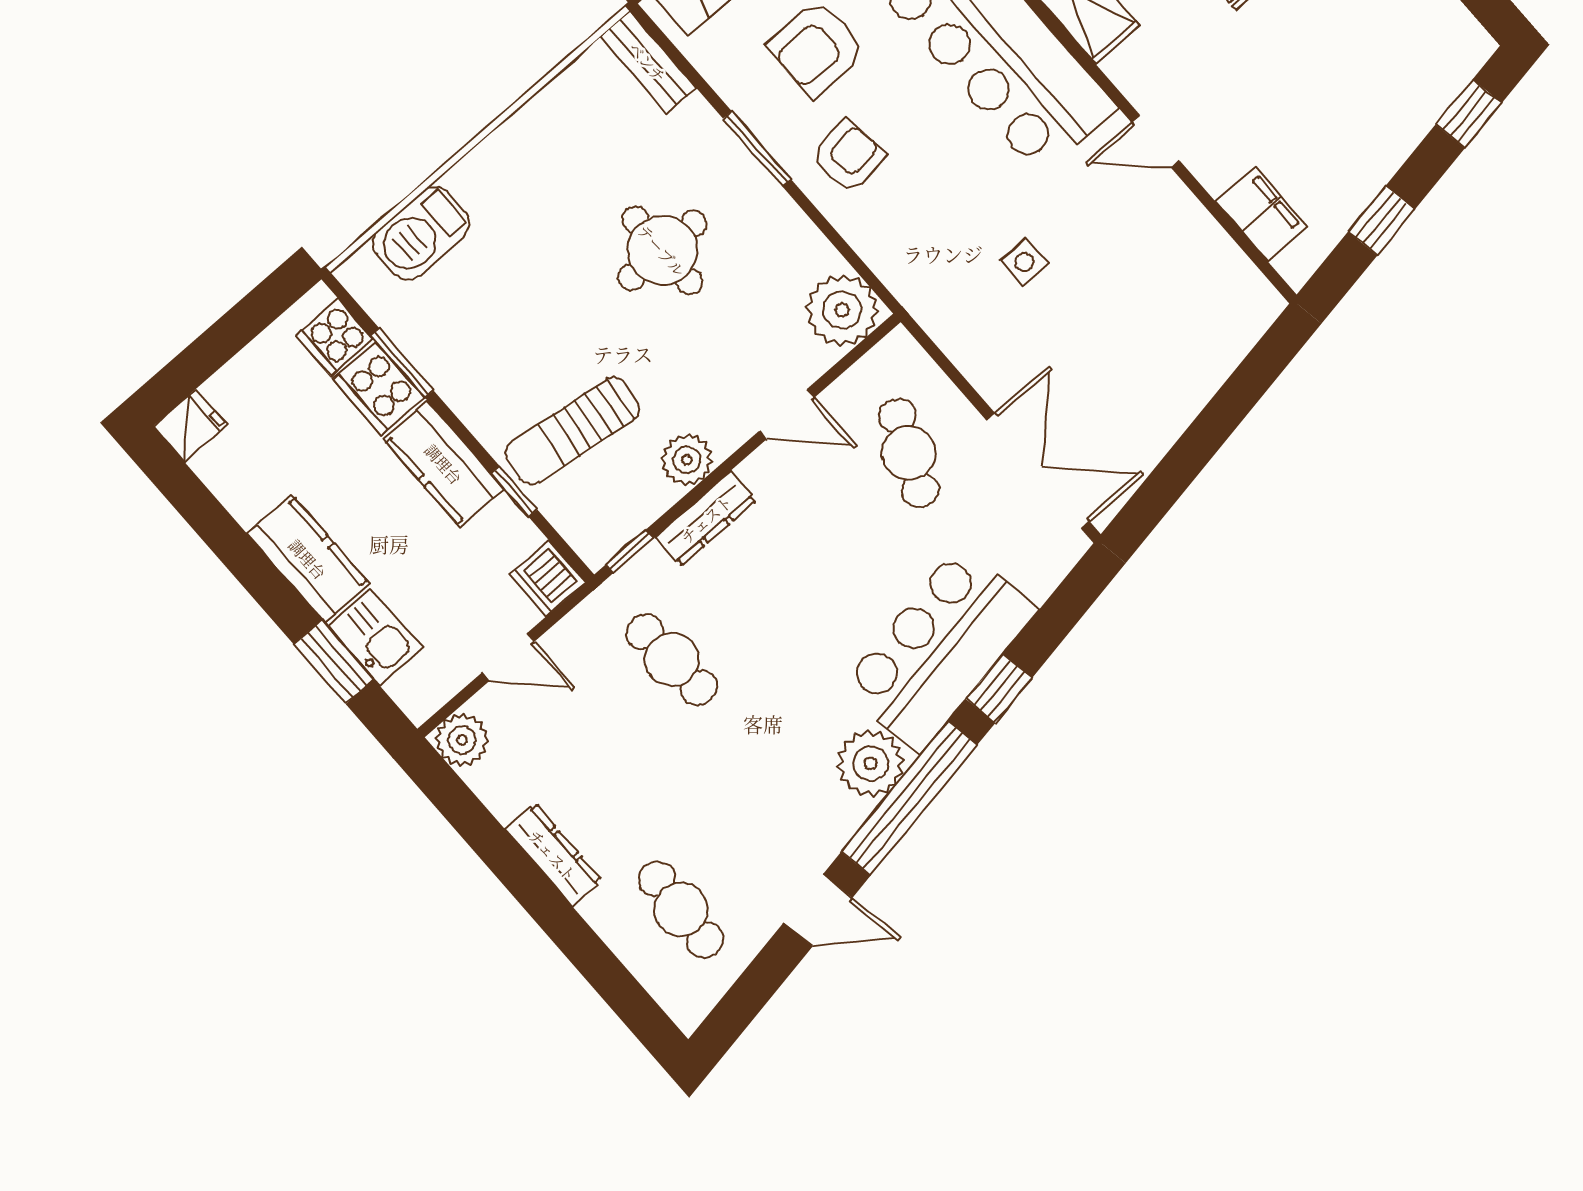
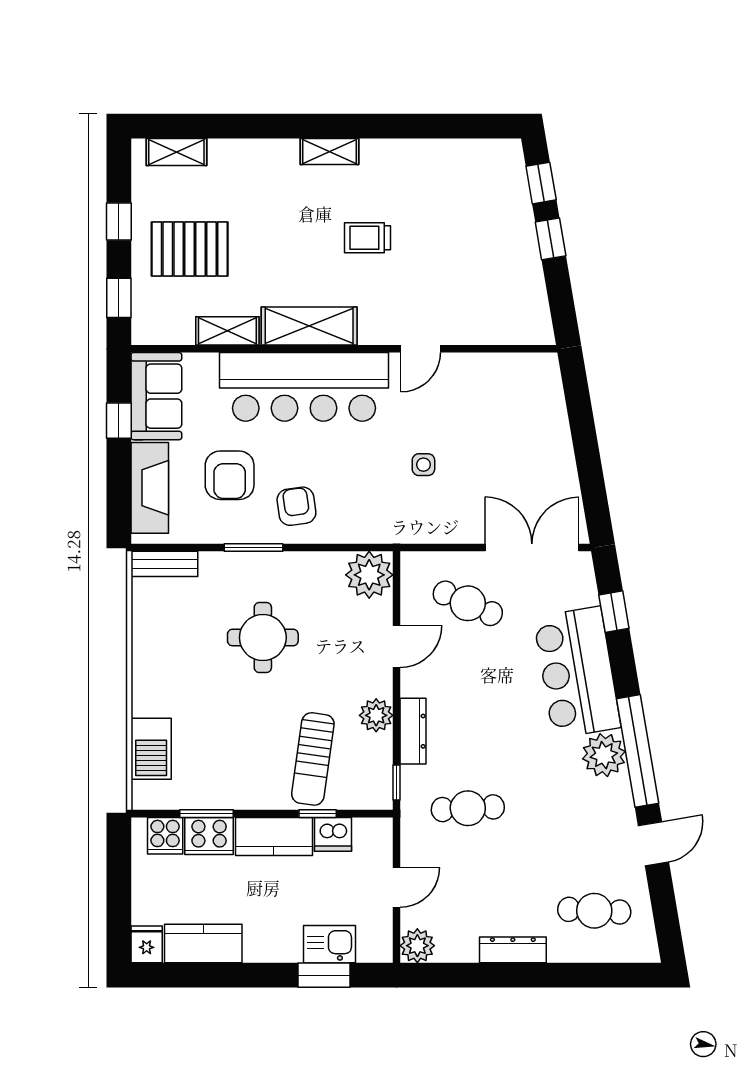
filing cabinet: (1261, 214) -> (502, 328), removed
window: (1381, 221) -> (551, 239), moved
kitchen counter: (308, 559) -> (203, 943), moved
dishwasher: (547, 578) -> (333, 834), moved
window: (999, 688) -> (614, 612), moved

